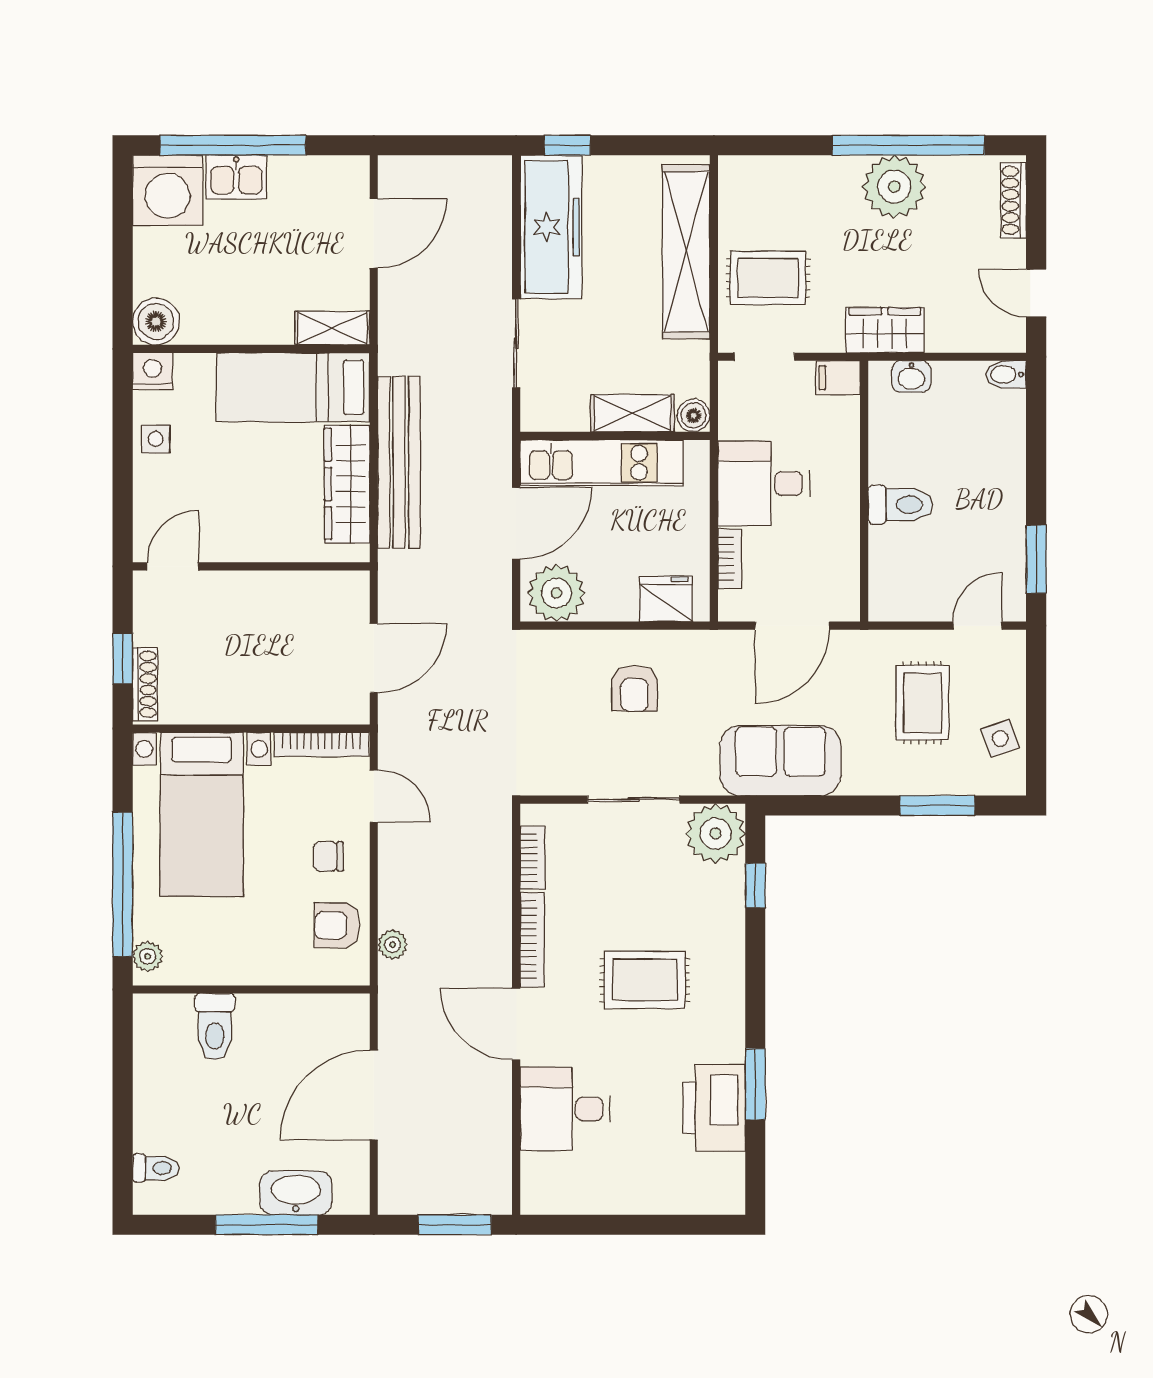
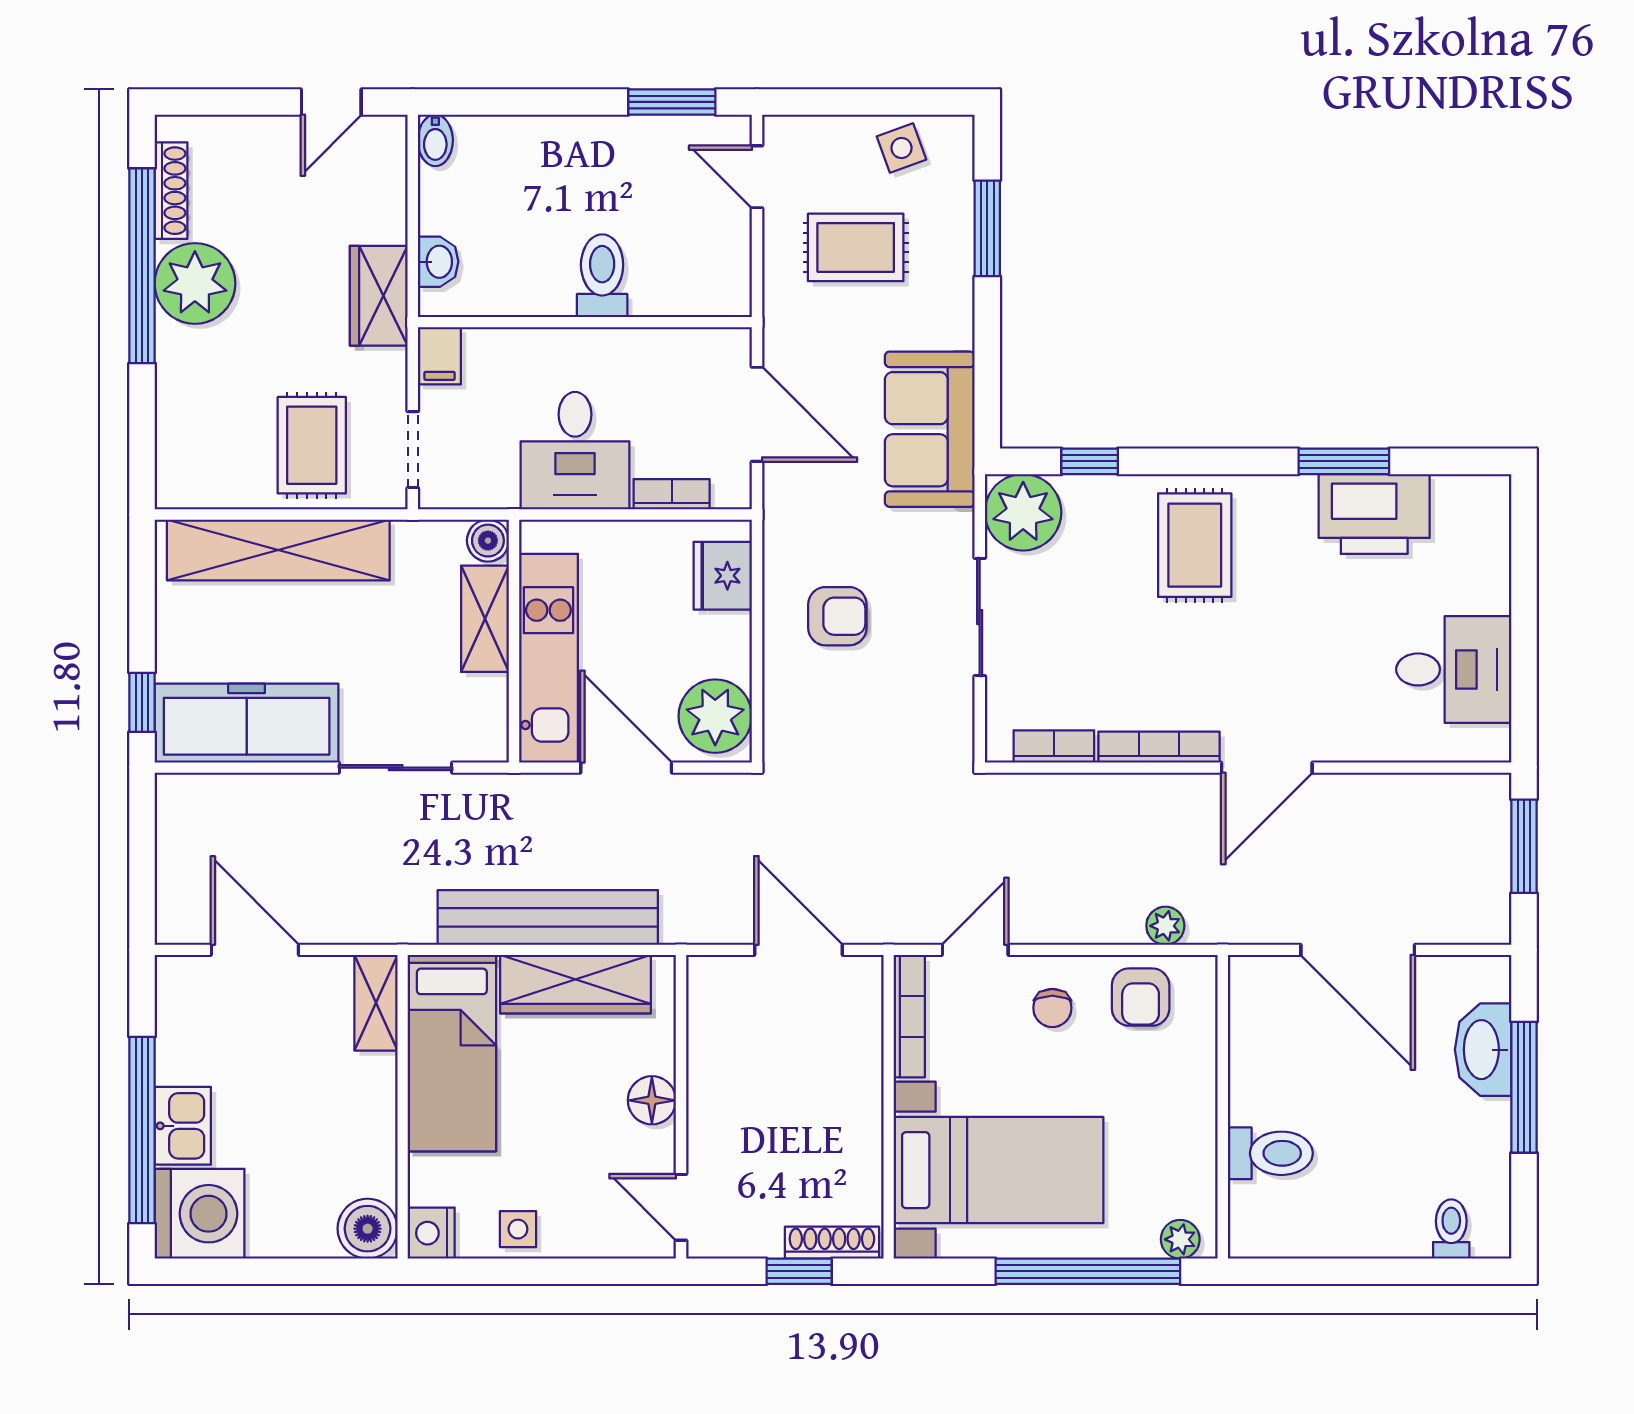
shoe rack: (1013, 200) -> (171, 191), moved, turned -90
floor lamp: (256, 544) -> (652, 1100), added
rug: (645, 980) -> (1195, 545), moved
desk: (565, 1109) -> (1454, 669), moved, turned -90

